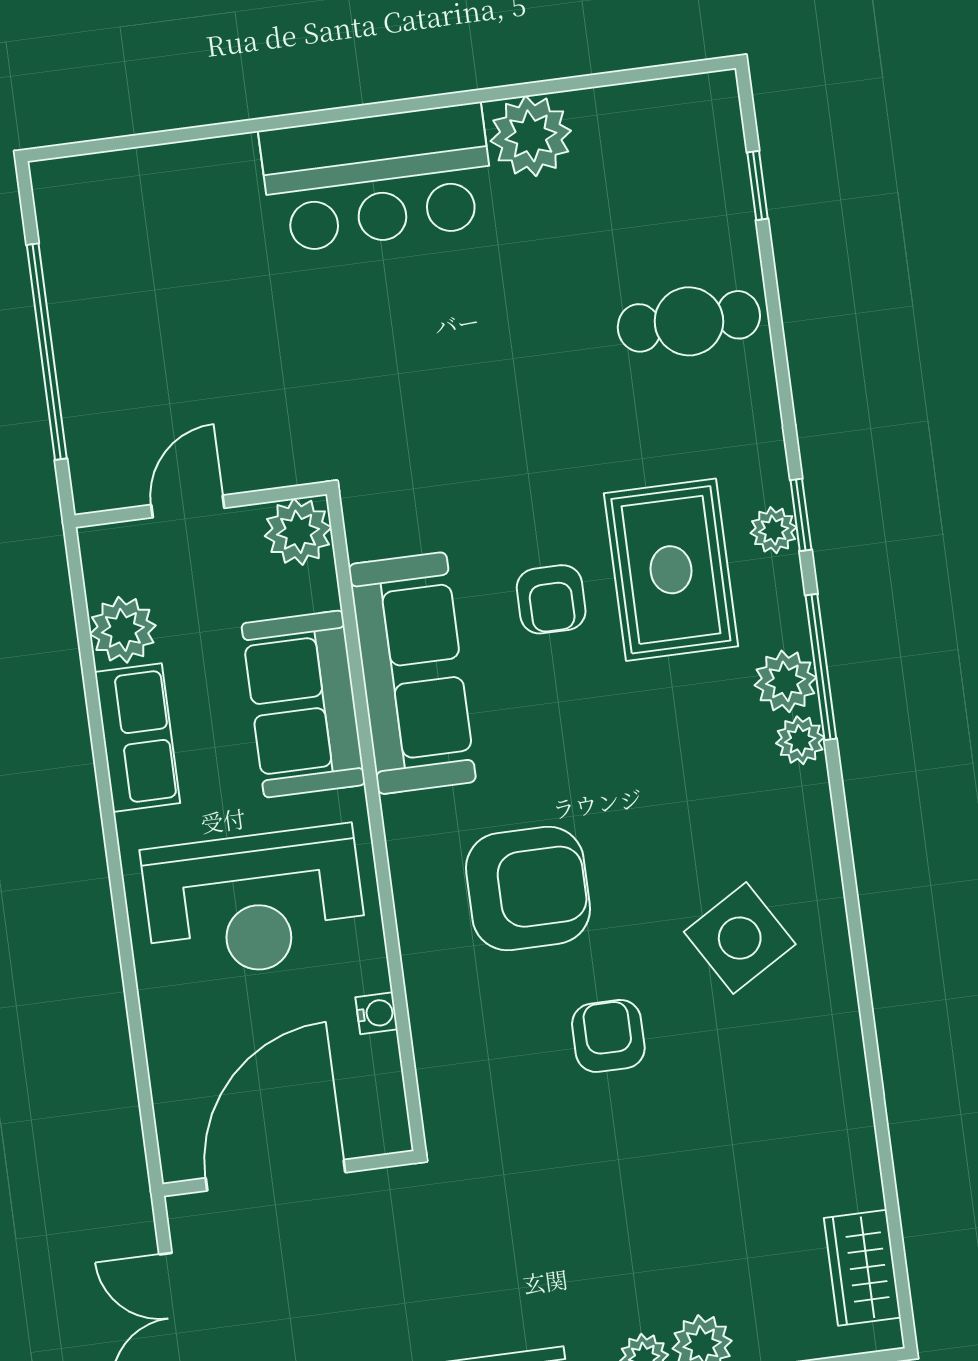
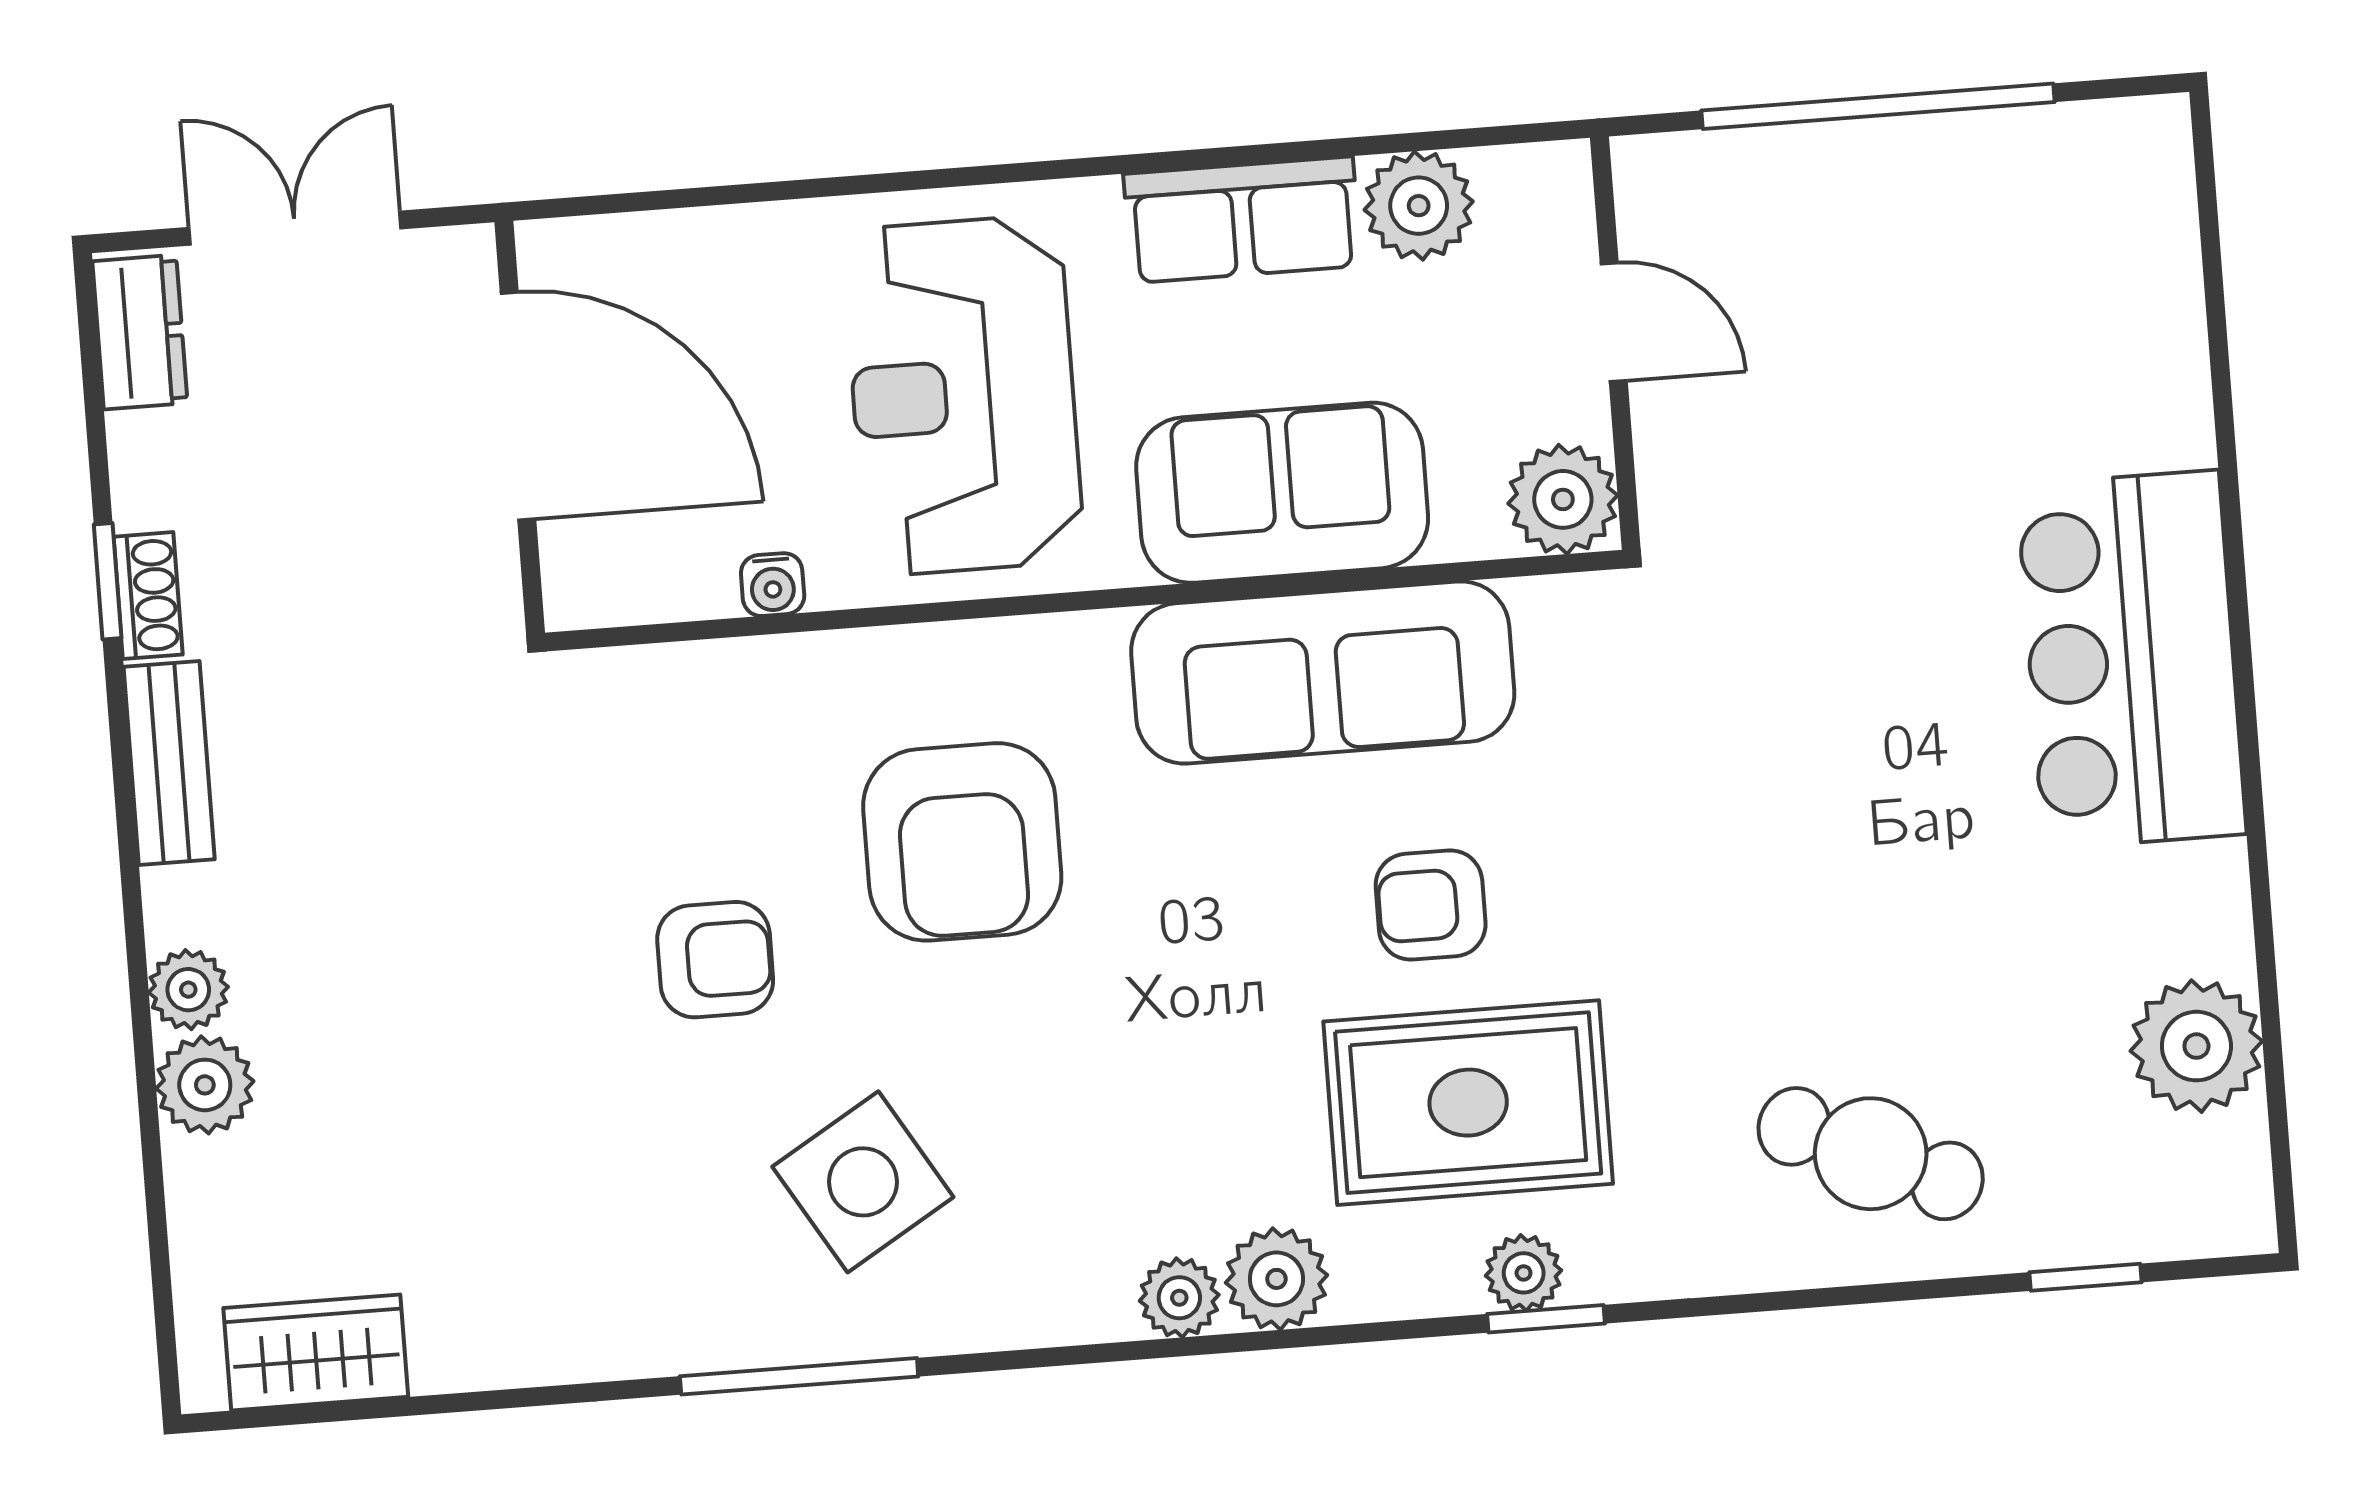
plant: (531, 136) -> (2196, 1046), moved
cafe table: (689, 321) -> (1871, 1154), turned -66
window: (821, 667) -> (799, 1376), moved

